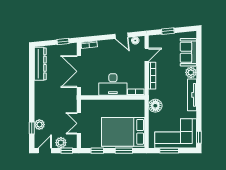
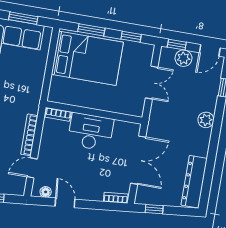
floor lamp: (155, 106) -> (32, 89), removed
plant: (39, 125) -> (206, 120), moved

